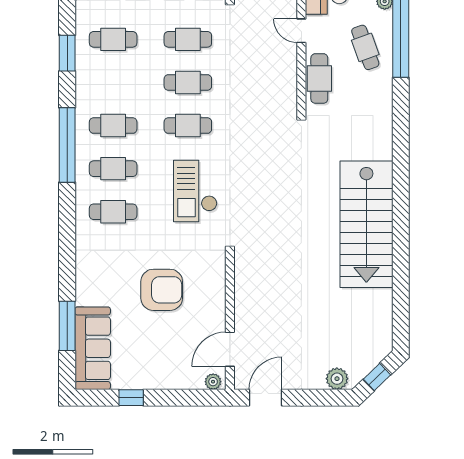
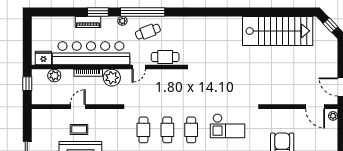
stairs: (366, 224) -> (278, 31), moved
plant: (337, 379) -> (331, 47), removed

